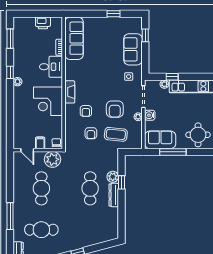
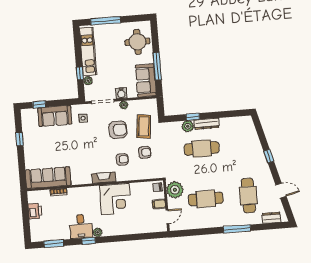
desk: (51, 67) -> (81, 226), moved, turned 180

